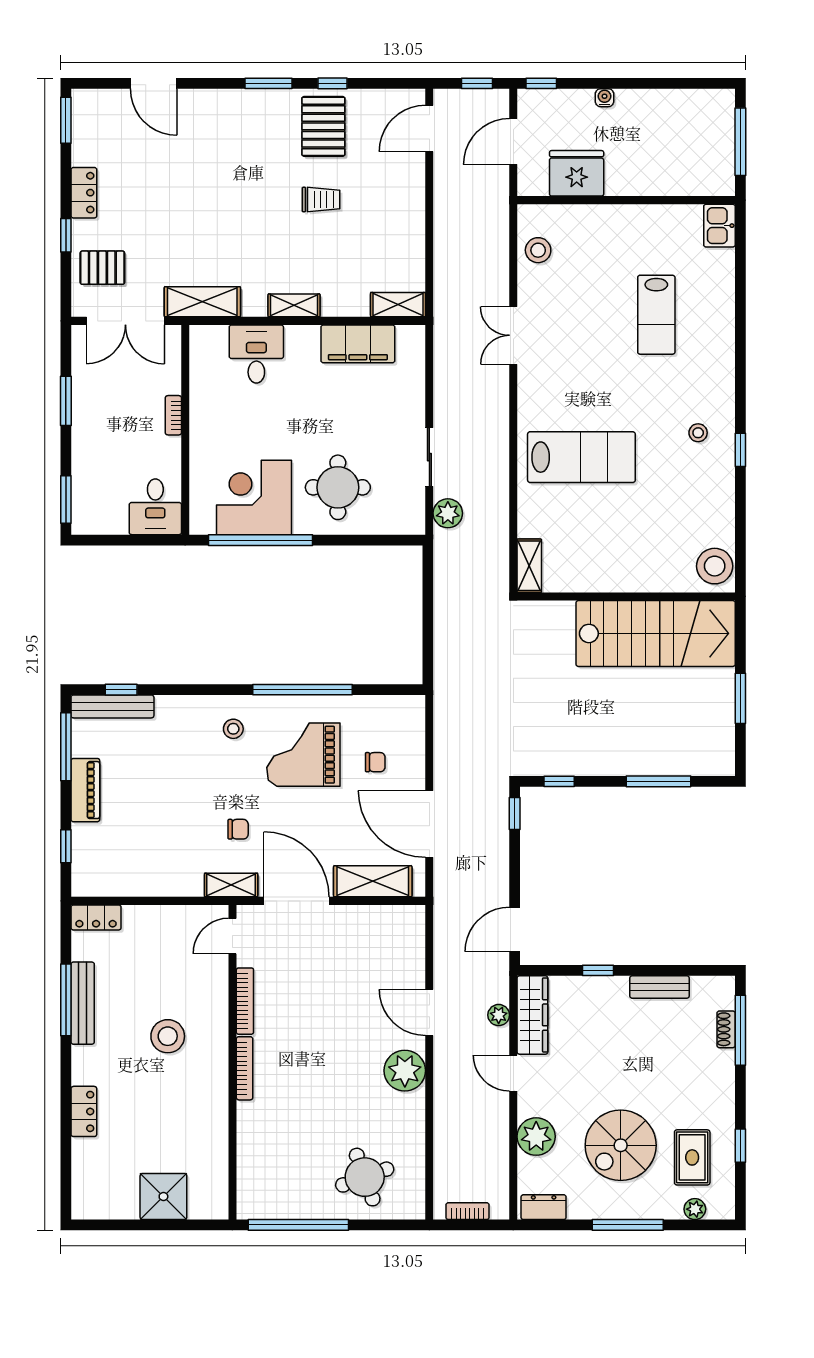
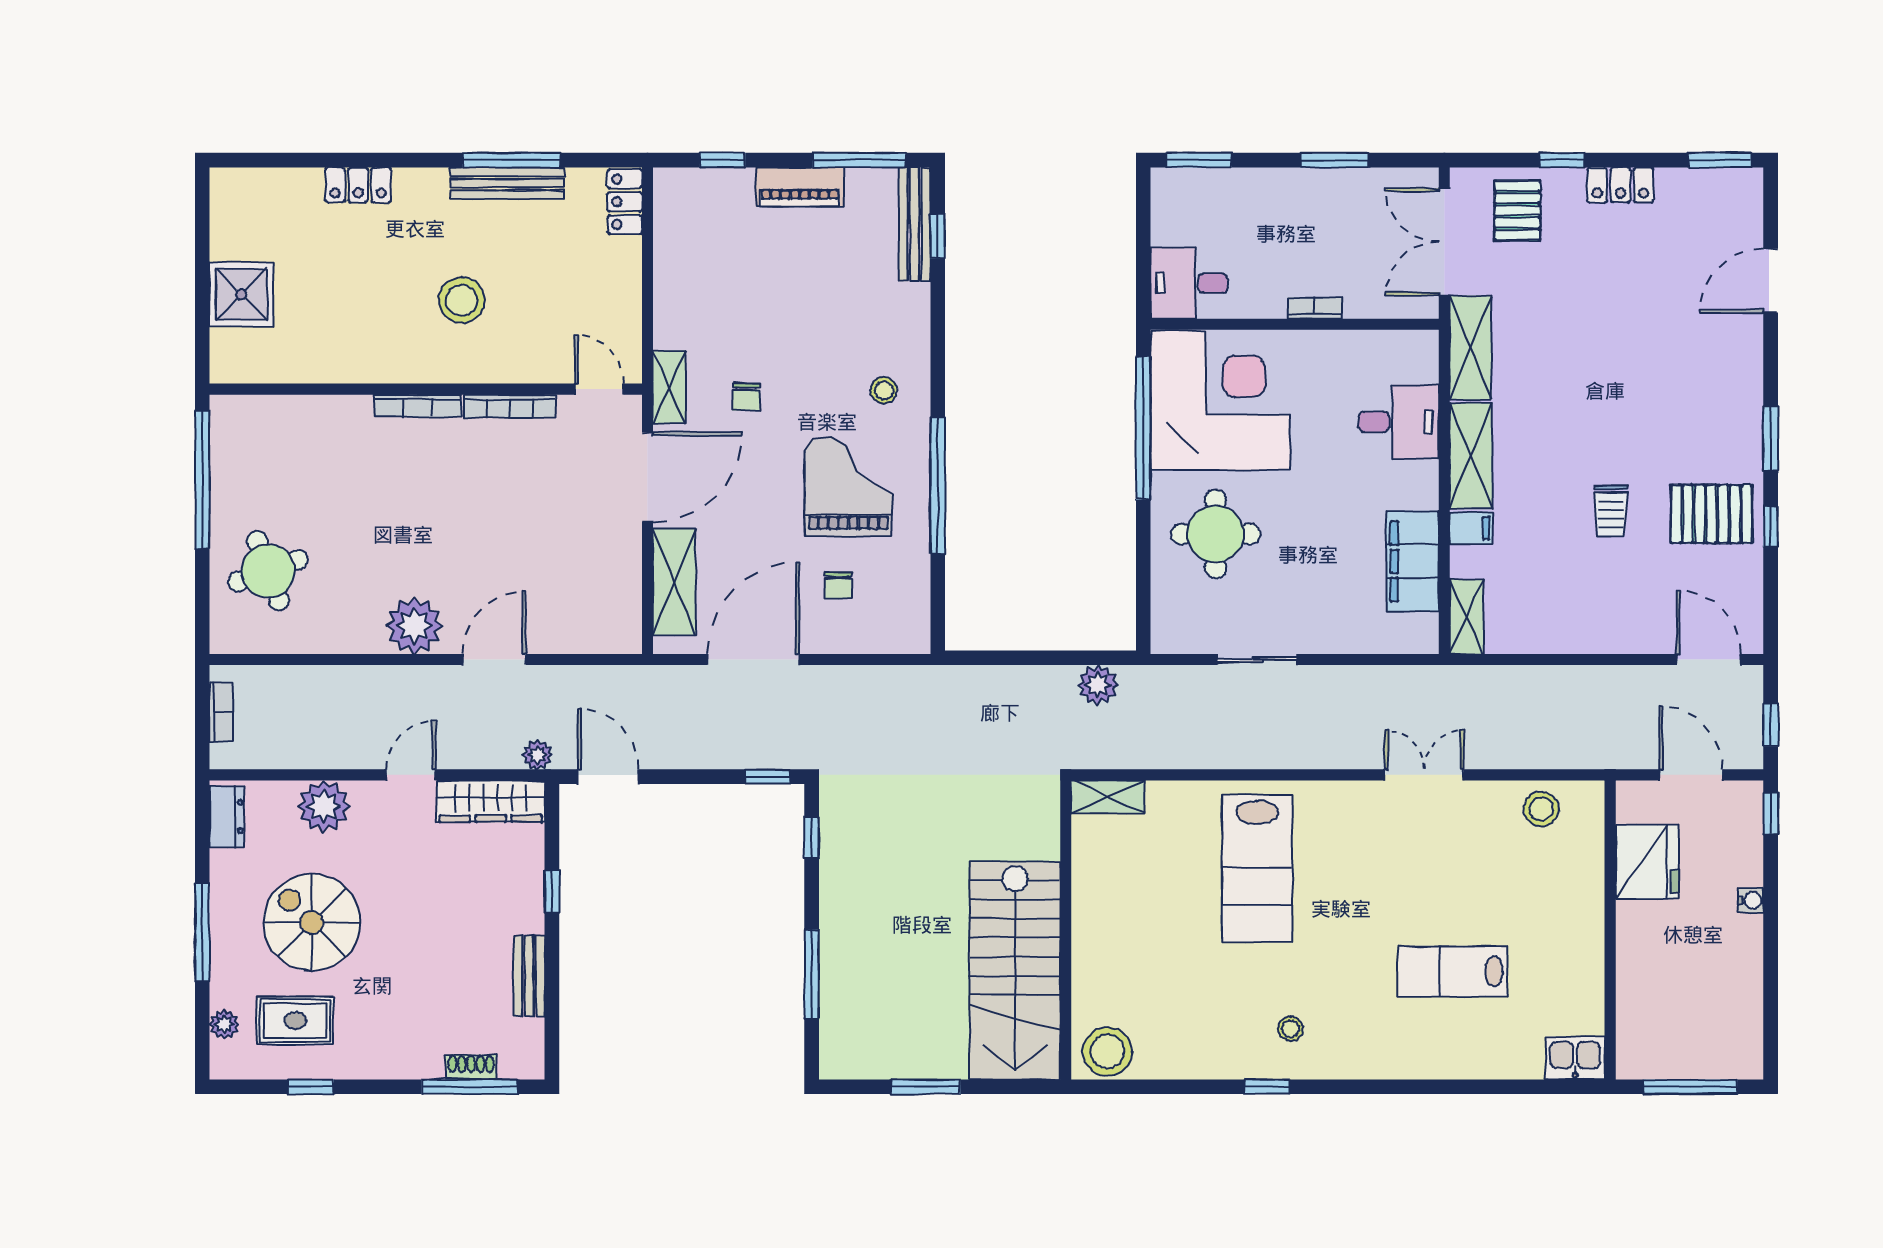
filing cabinet: (334, 301) -> (1471, 528), added
shelving: (294, 305) -> (1471, 456), width x1.50, depth x1.33
corner desk: (254, 497) -> (1220, 400), width x1.36, depth x1.36
plant: (448, 513) -> (1098, 685), moved
plant: (499, 1015) -> (538, 755), moved

